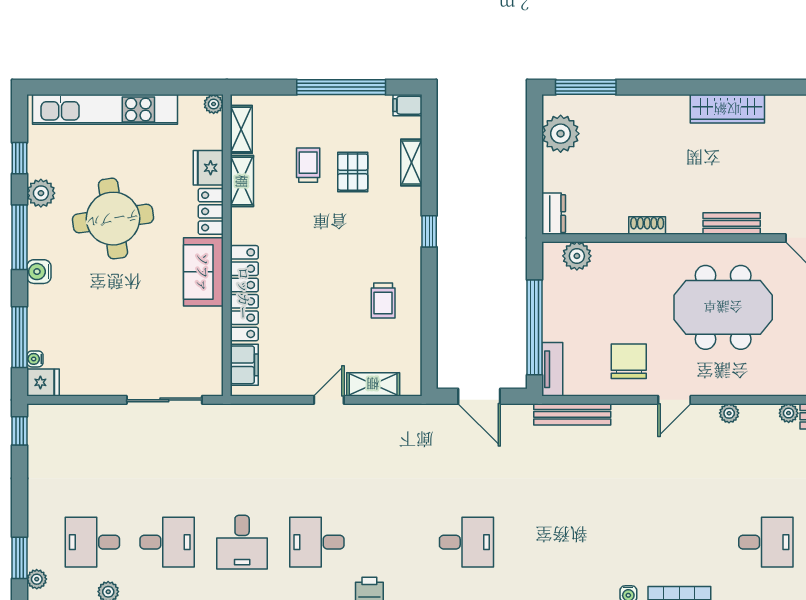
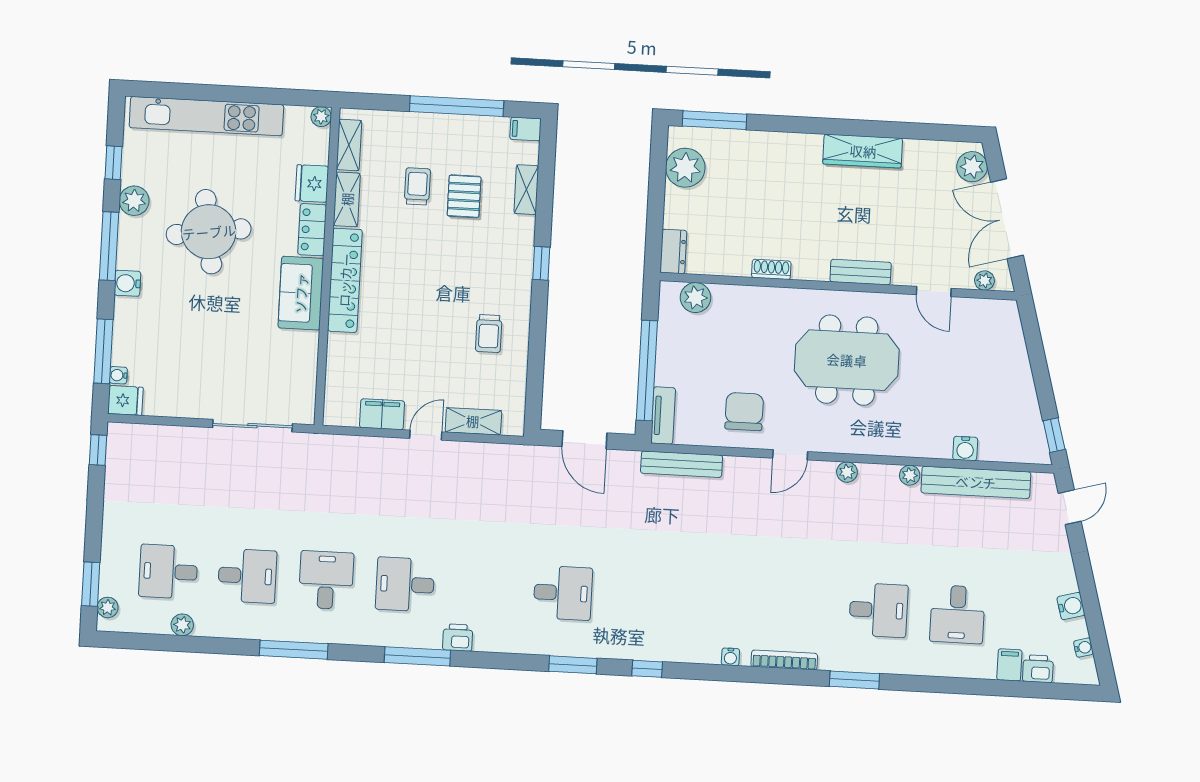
locker: (244, 293) -> (345, 280), moved
filing cabinet: (244, 365) -> (382, 414), moved, turned -90
desk: (242, 542) -> (326, 580), turned 180

